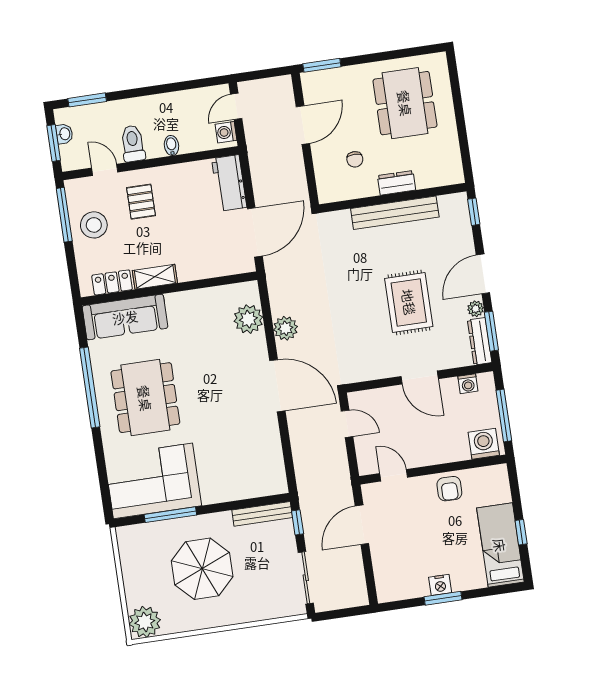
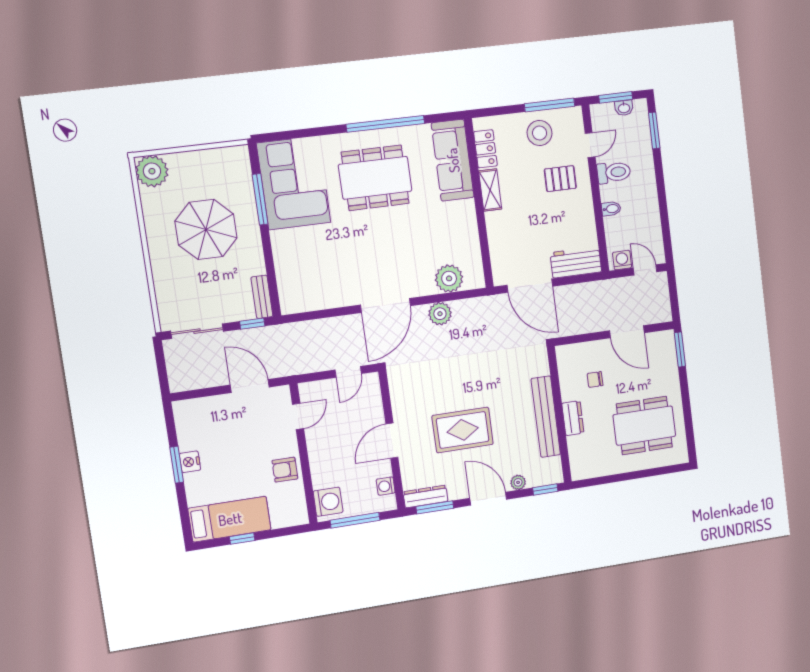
plant: (476, 309) -> (518, 482), moved
bench: (262, 514) -> (262, 297), width x0.73

